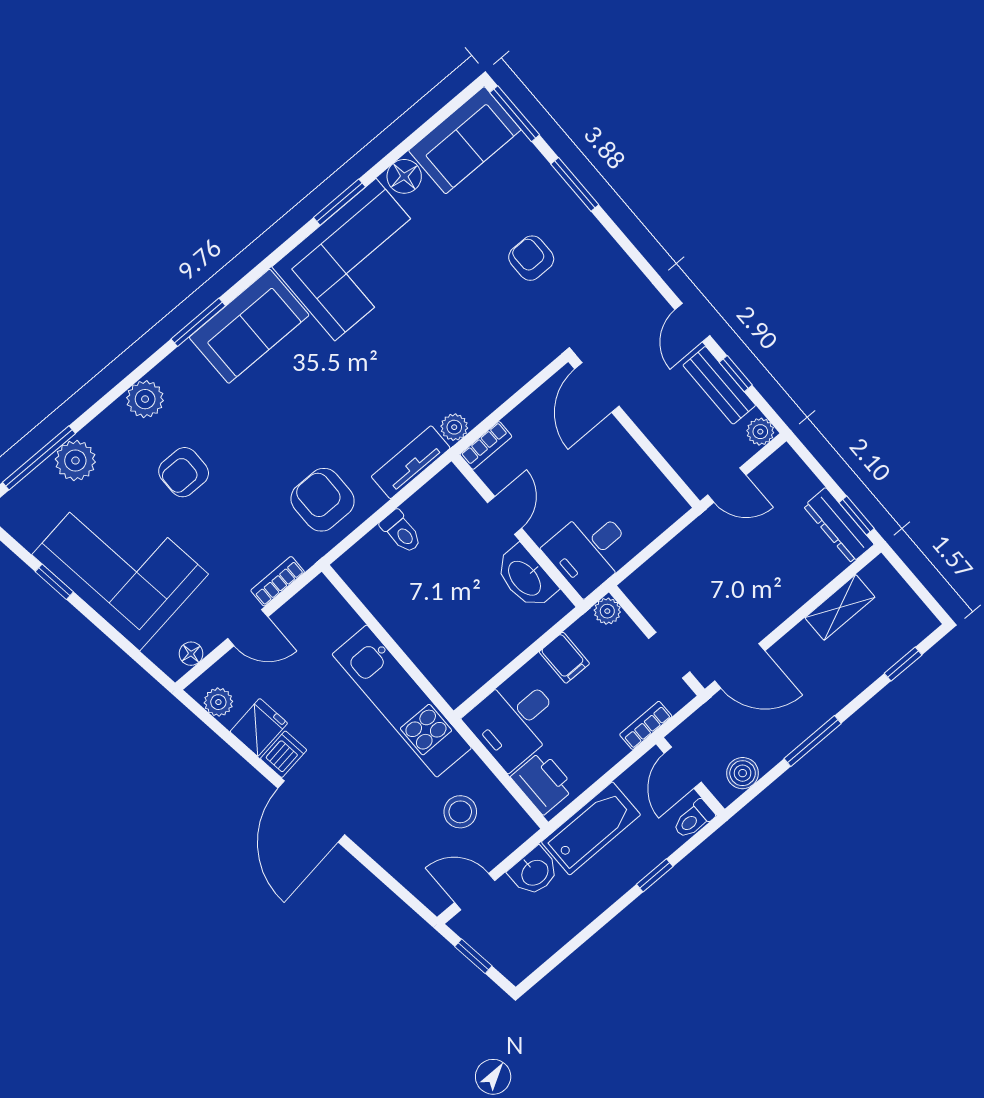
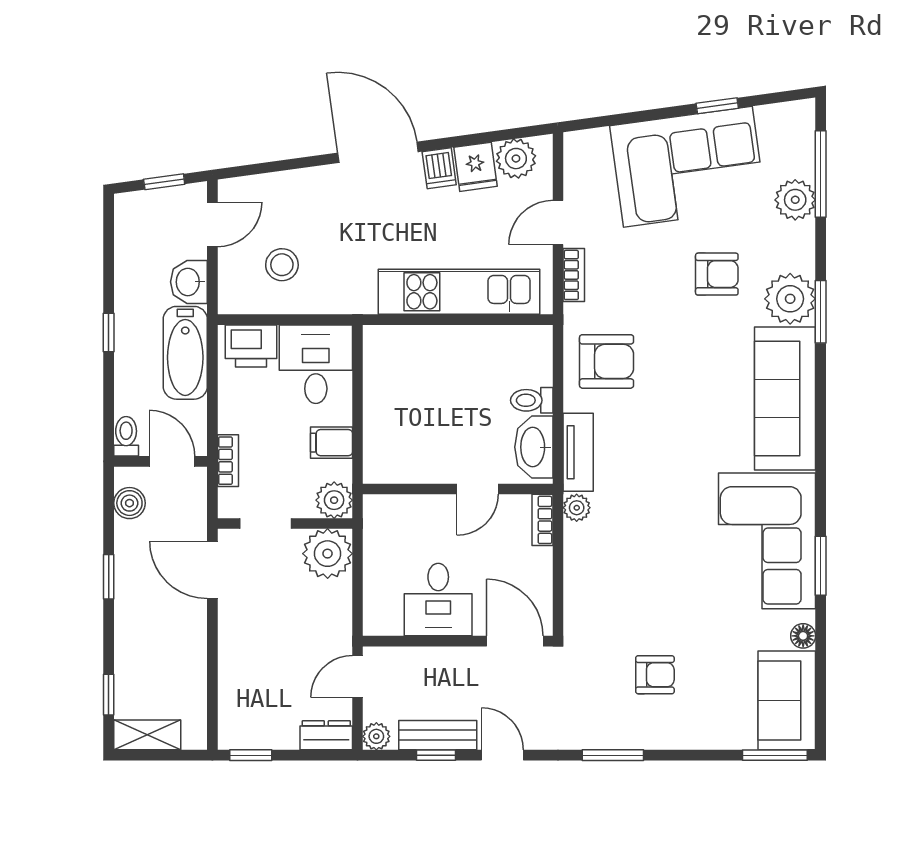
floor lamp: (404, 176) -> (803, 636), width x0.73, depth x0.73
window: (575, 184) -> (613, 755), moved
window: (198, 322) -> (821, 312), moved
sofa: (249, 326) -> (785, 399), width x1.36
plant: (145, 399) -> (790, 299), width x1.36, depth x1.36
armchair: (184, 472) -> (717, 274), turned 90
door: (505, 515) -> (478, 489), hinge flipped
dresser: (839, 525) -> (326, 735), moved, width x0.70
desk: (589, 550) -> (438, 600), moved, turned 180
washbasin: (525, 577) -> (534, 447), moved, turned -90
plant: (652, 588) -> (328, 554), added
shelving: (840, 607) -> (147, 735), moved, turned 90
plant: (607, 611) -> (334, 500), width x1.38, depth x1.38
floor lamp: (191, 654) -> (575, 163), removed
door: (740, 666) -> (212, 570), hinge flipped
kitchen unit: (402, 701) -> (459, 292), moved
plant: (218, 702) -> (516, 159), width x1.38, depth x1.38
window: (813, 741) -> (109, 577), width x0.67
window: (655, 875) -> (109, 333), moved

